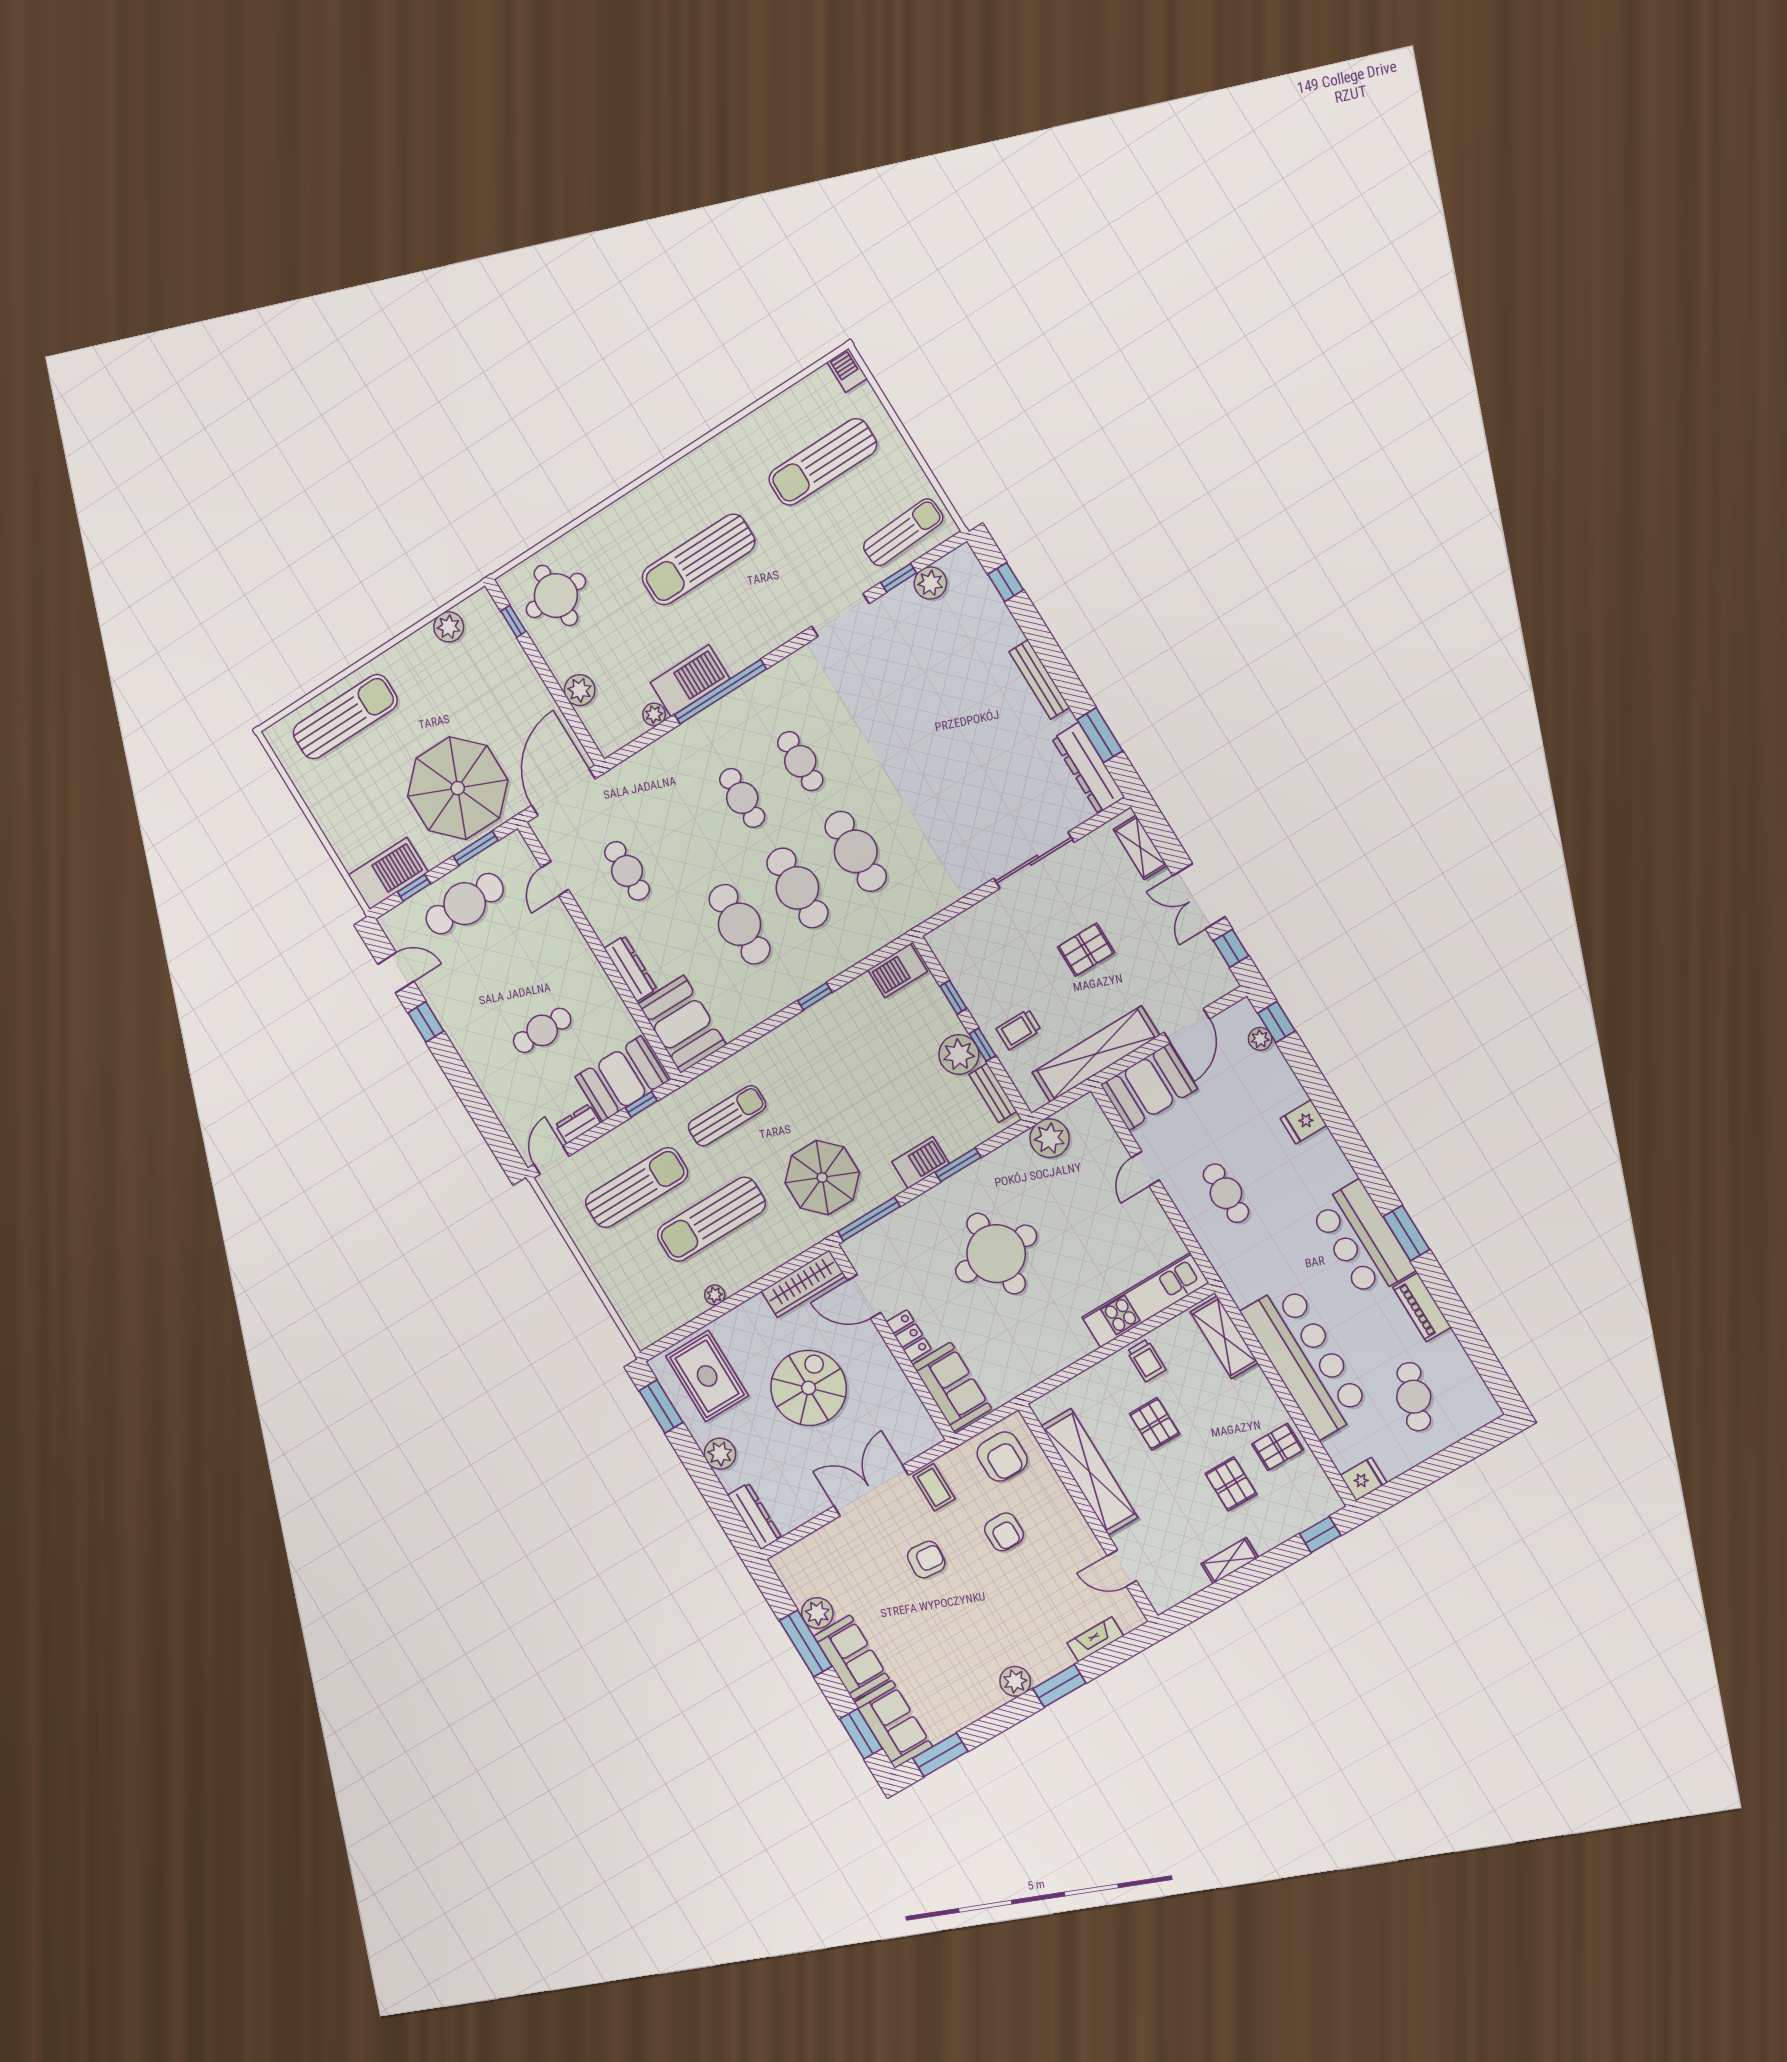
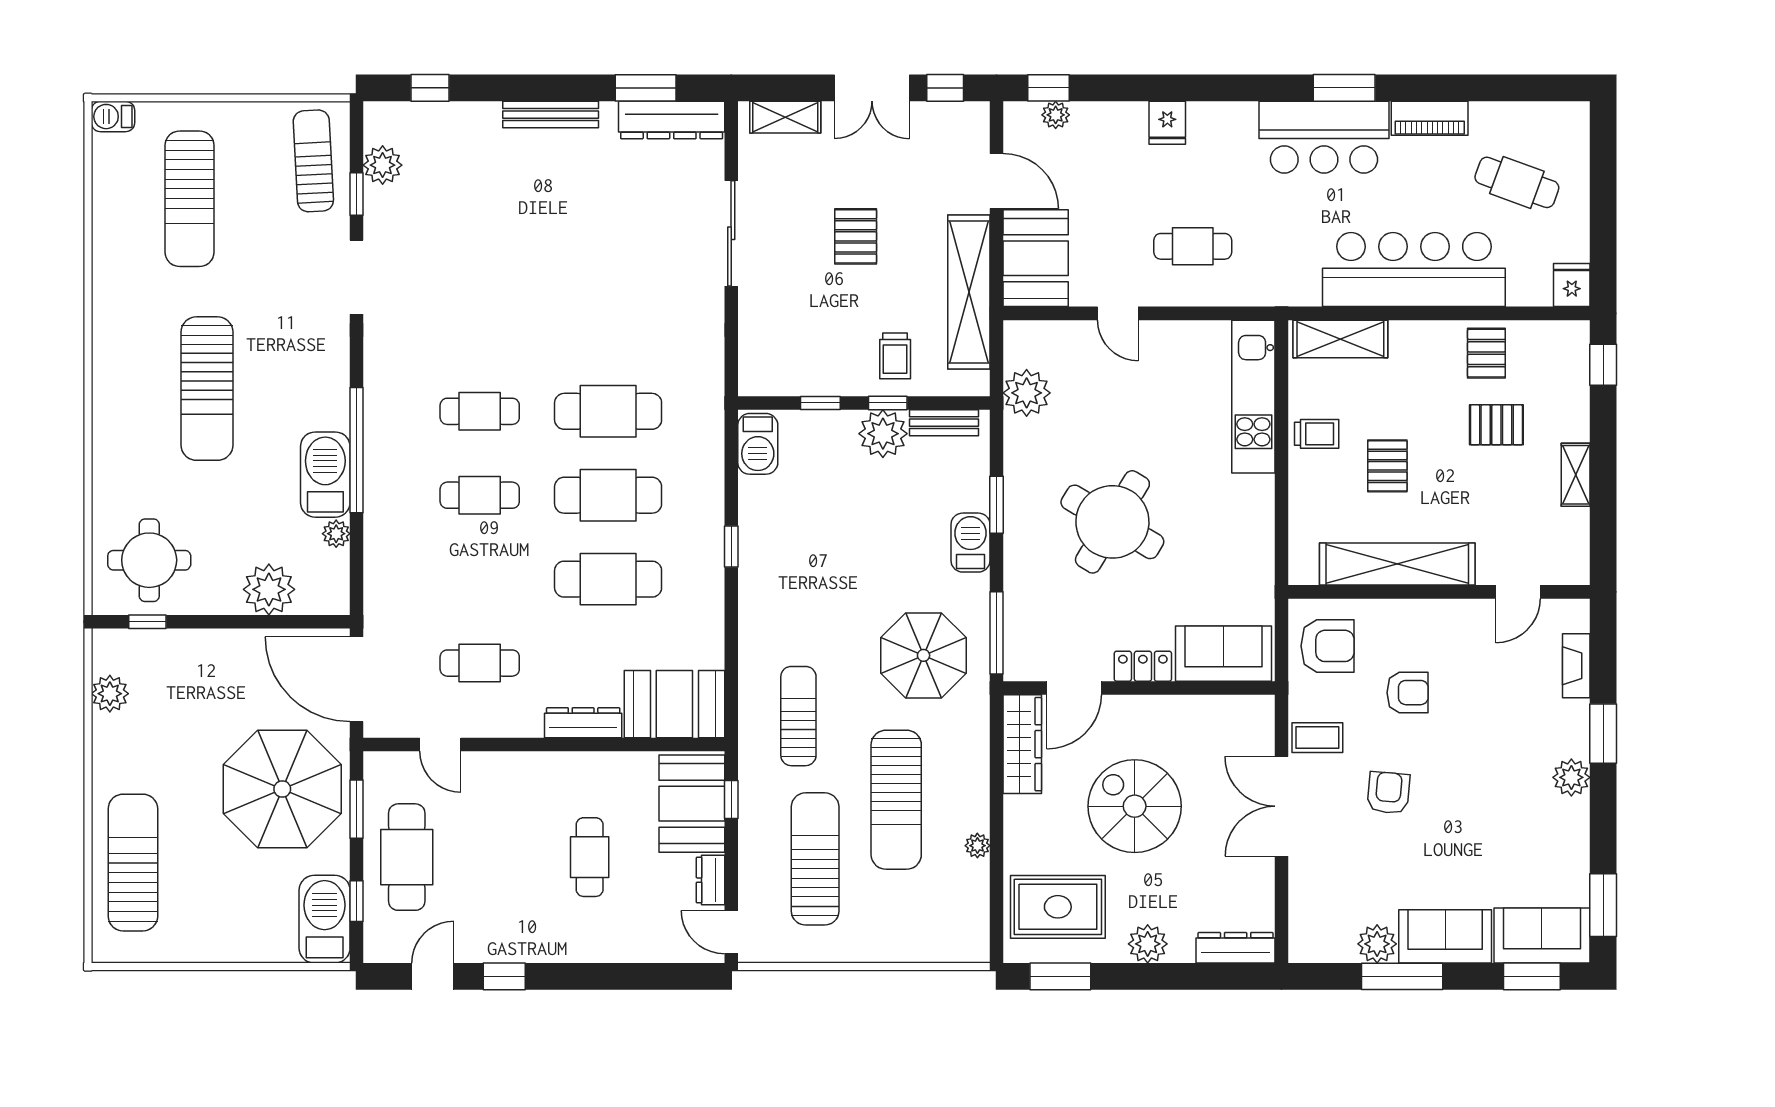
plant: (580, 690) -> (269, 589), width x1.36, depth x1.36
round table: (996, 1254) -> (1112, 522), turned 31
pallet: (1154, 1424) -> (1387, 466), turned 90

